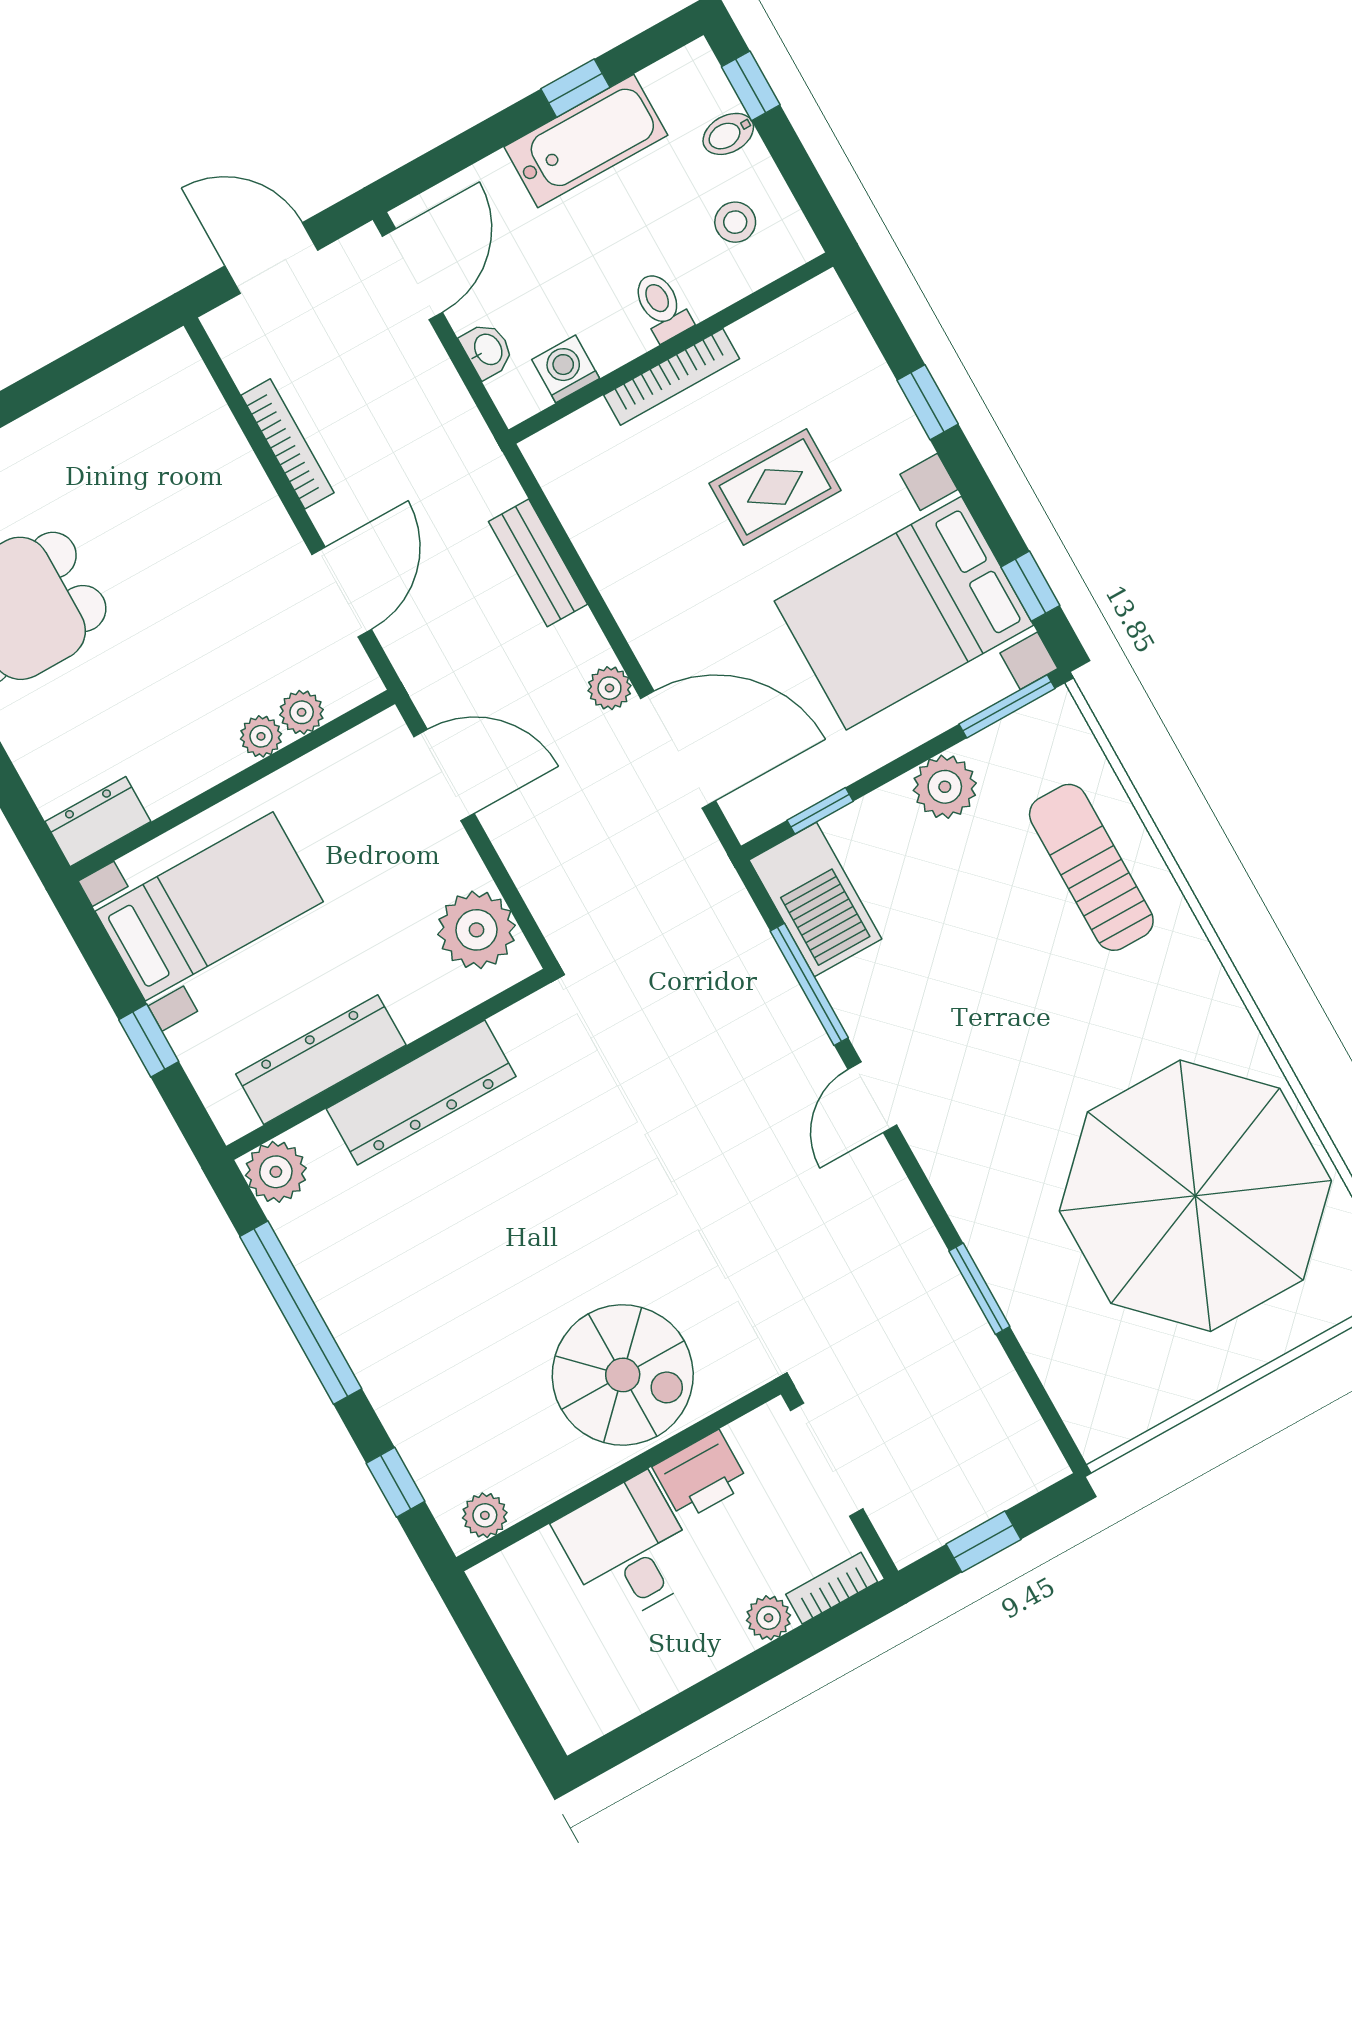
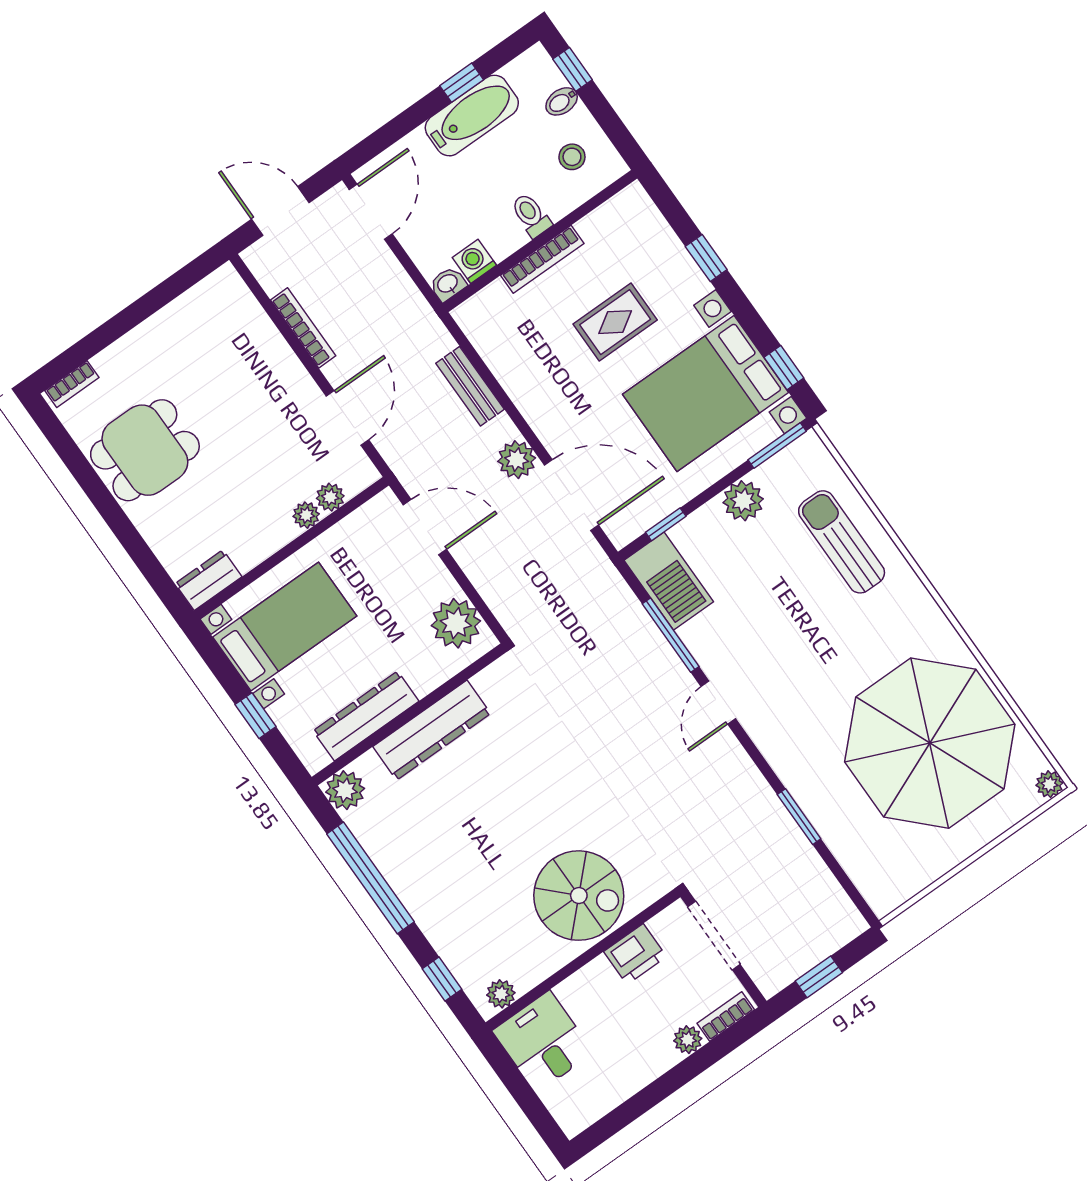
washbasin: (487, 350) -> (448, 284), moved, turned -90
plant: (609, 688) -> (517, 460), width x1.38, depth x1.38
desk: (628, 1549) -> (543, 1042), moved

